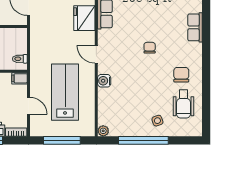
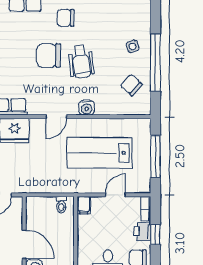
chair: (150, 48) -> (49, 55), width x1.87, depth x1.87
chair: (181, 75) -> (65, 18), moved
wheelchair: (183, 104) -> (81, 62), moved, turned 83
chair: (124, 120) -> (131, 85), added
plant: (103, 131) -> (144, 109), removed

